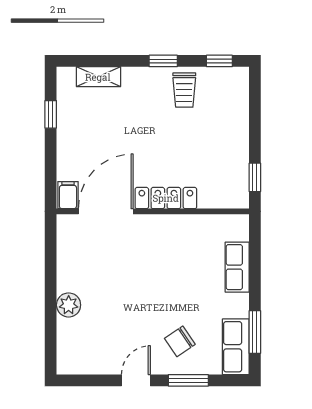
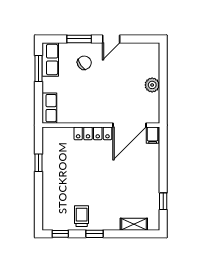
filing cabinet: (68, 195) -> (153, 135), moved
locker: (166, 198) -> (93, 133), moved
door: (106, 211) -> (129, 125), moved
wall: (153, 211) -> (101, 125), moved

